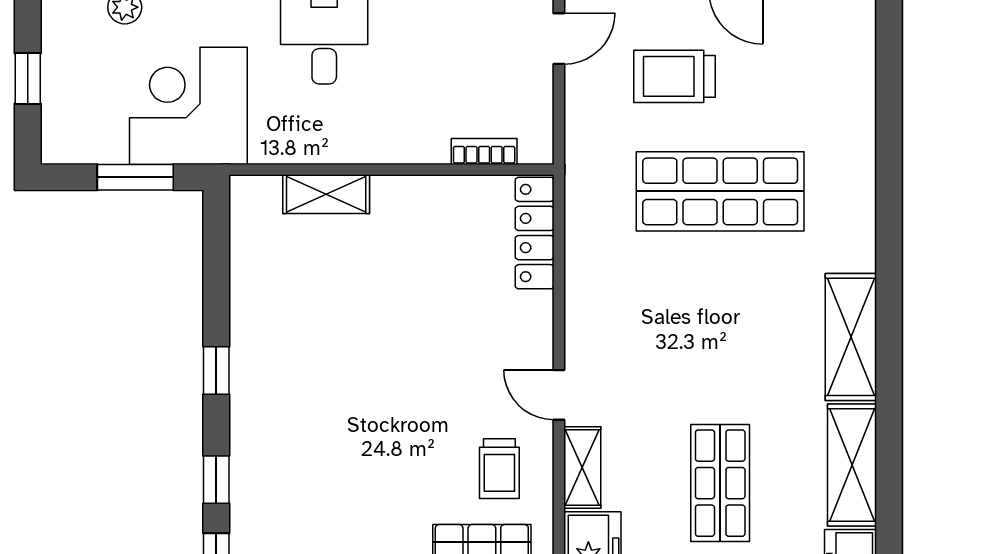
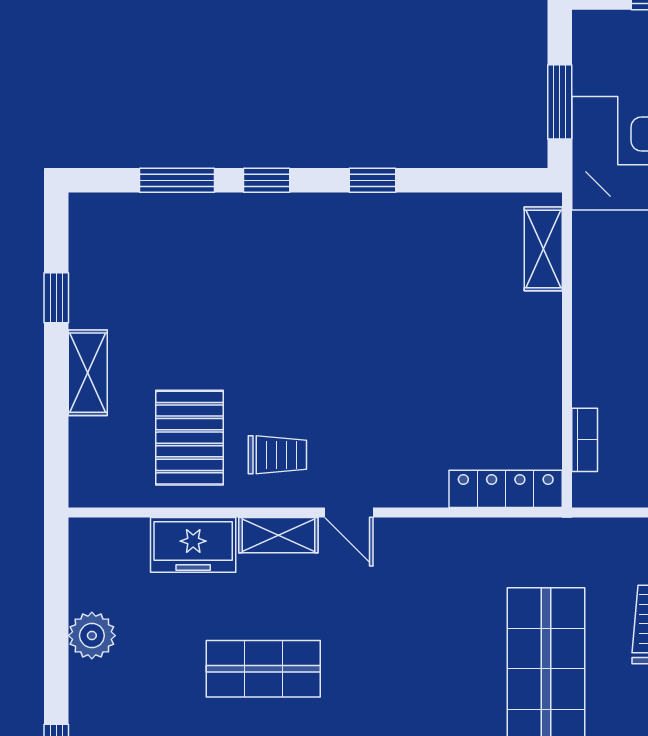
shelving: (326, 194) -> (543, 249), moved
door: (559, 395) -> (349, 512), swing flipped
trolley: (499, 469) -> (277, 455), turned 180

